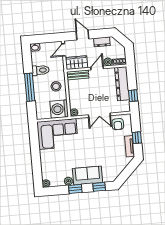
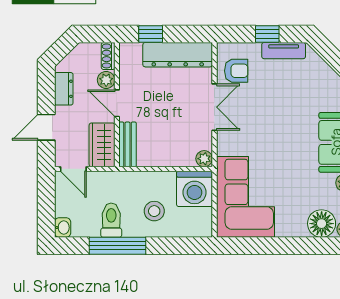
dresser: (122, 84) -> (178, 55), moved
stool: (56, 86) -> (154, 211), moved
window: (30, 87) -> (117, 246), moved
window: (133, 96) -> (151, 34), moved
floor lamp: (48, 172) -> (322, 224), added

